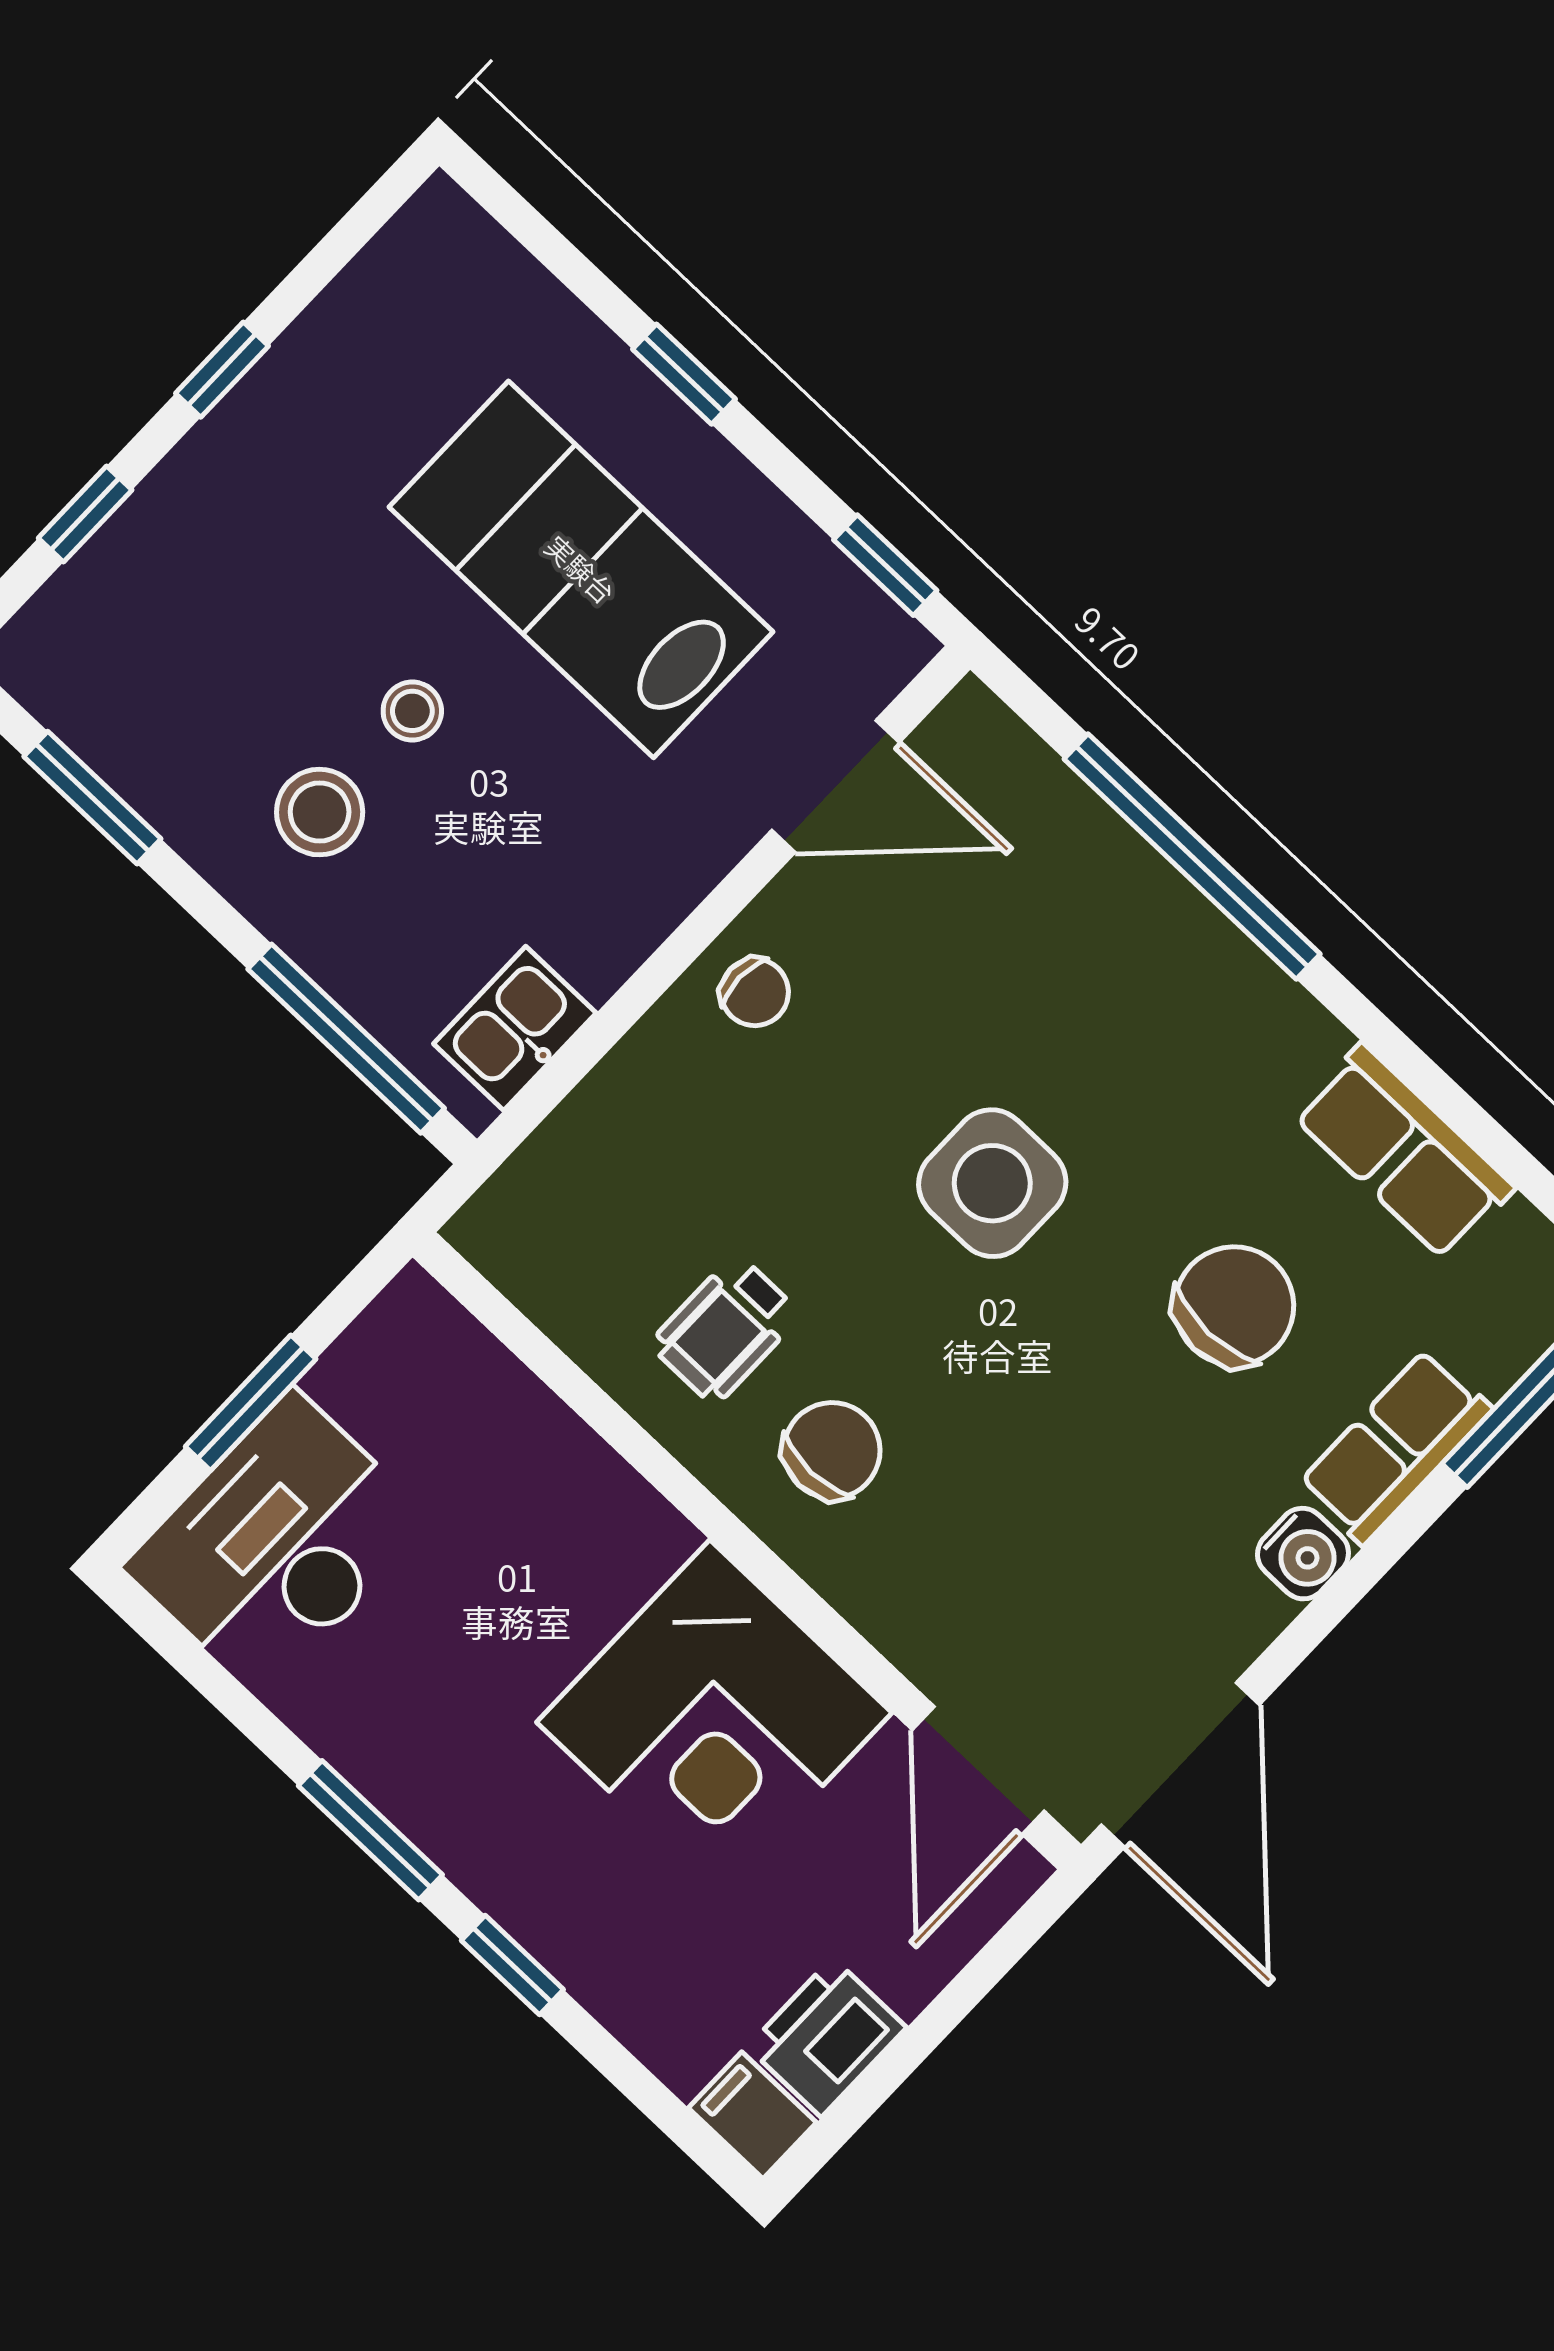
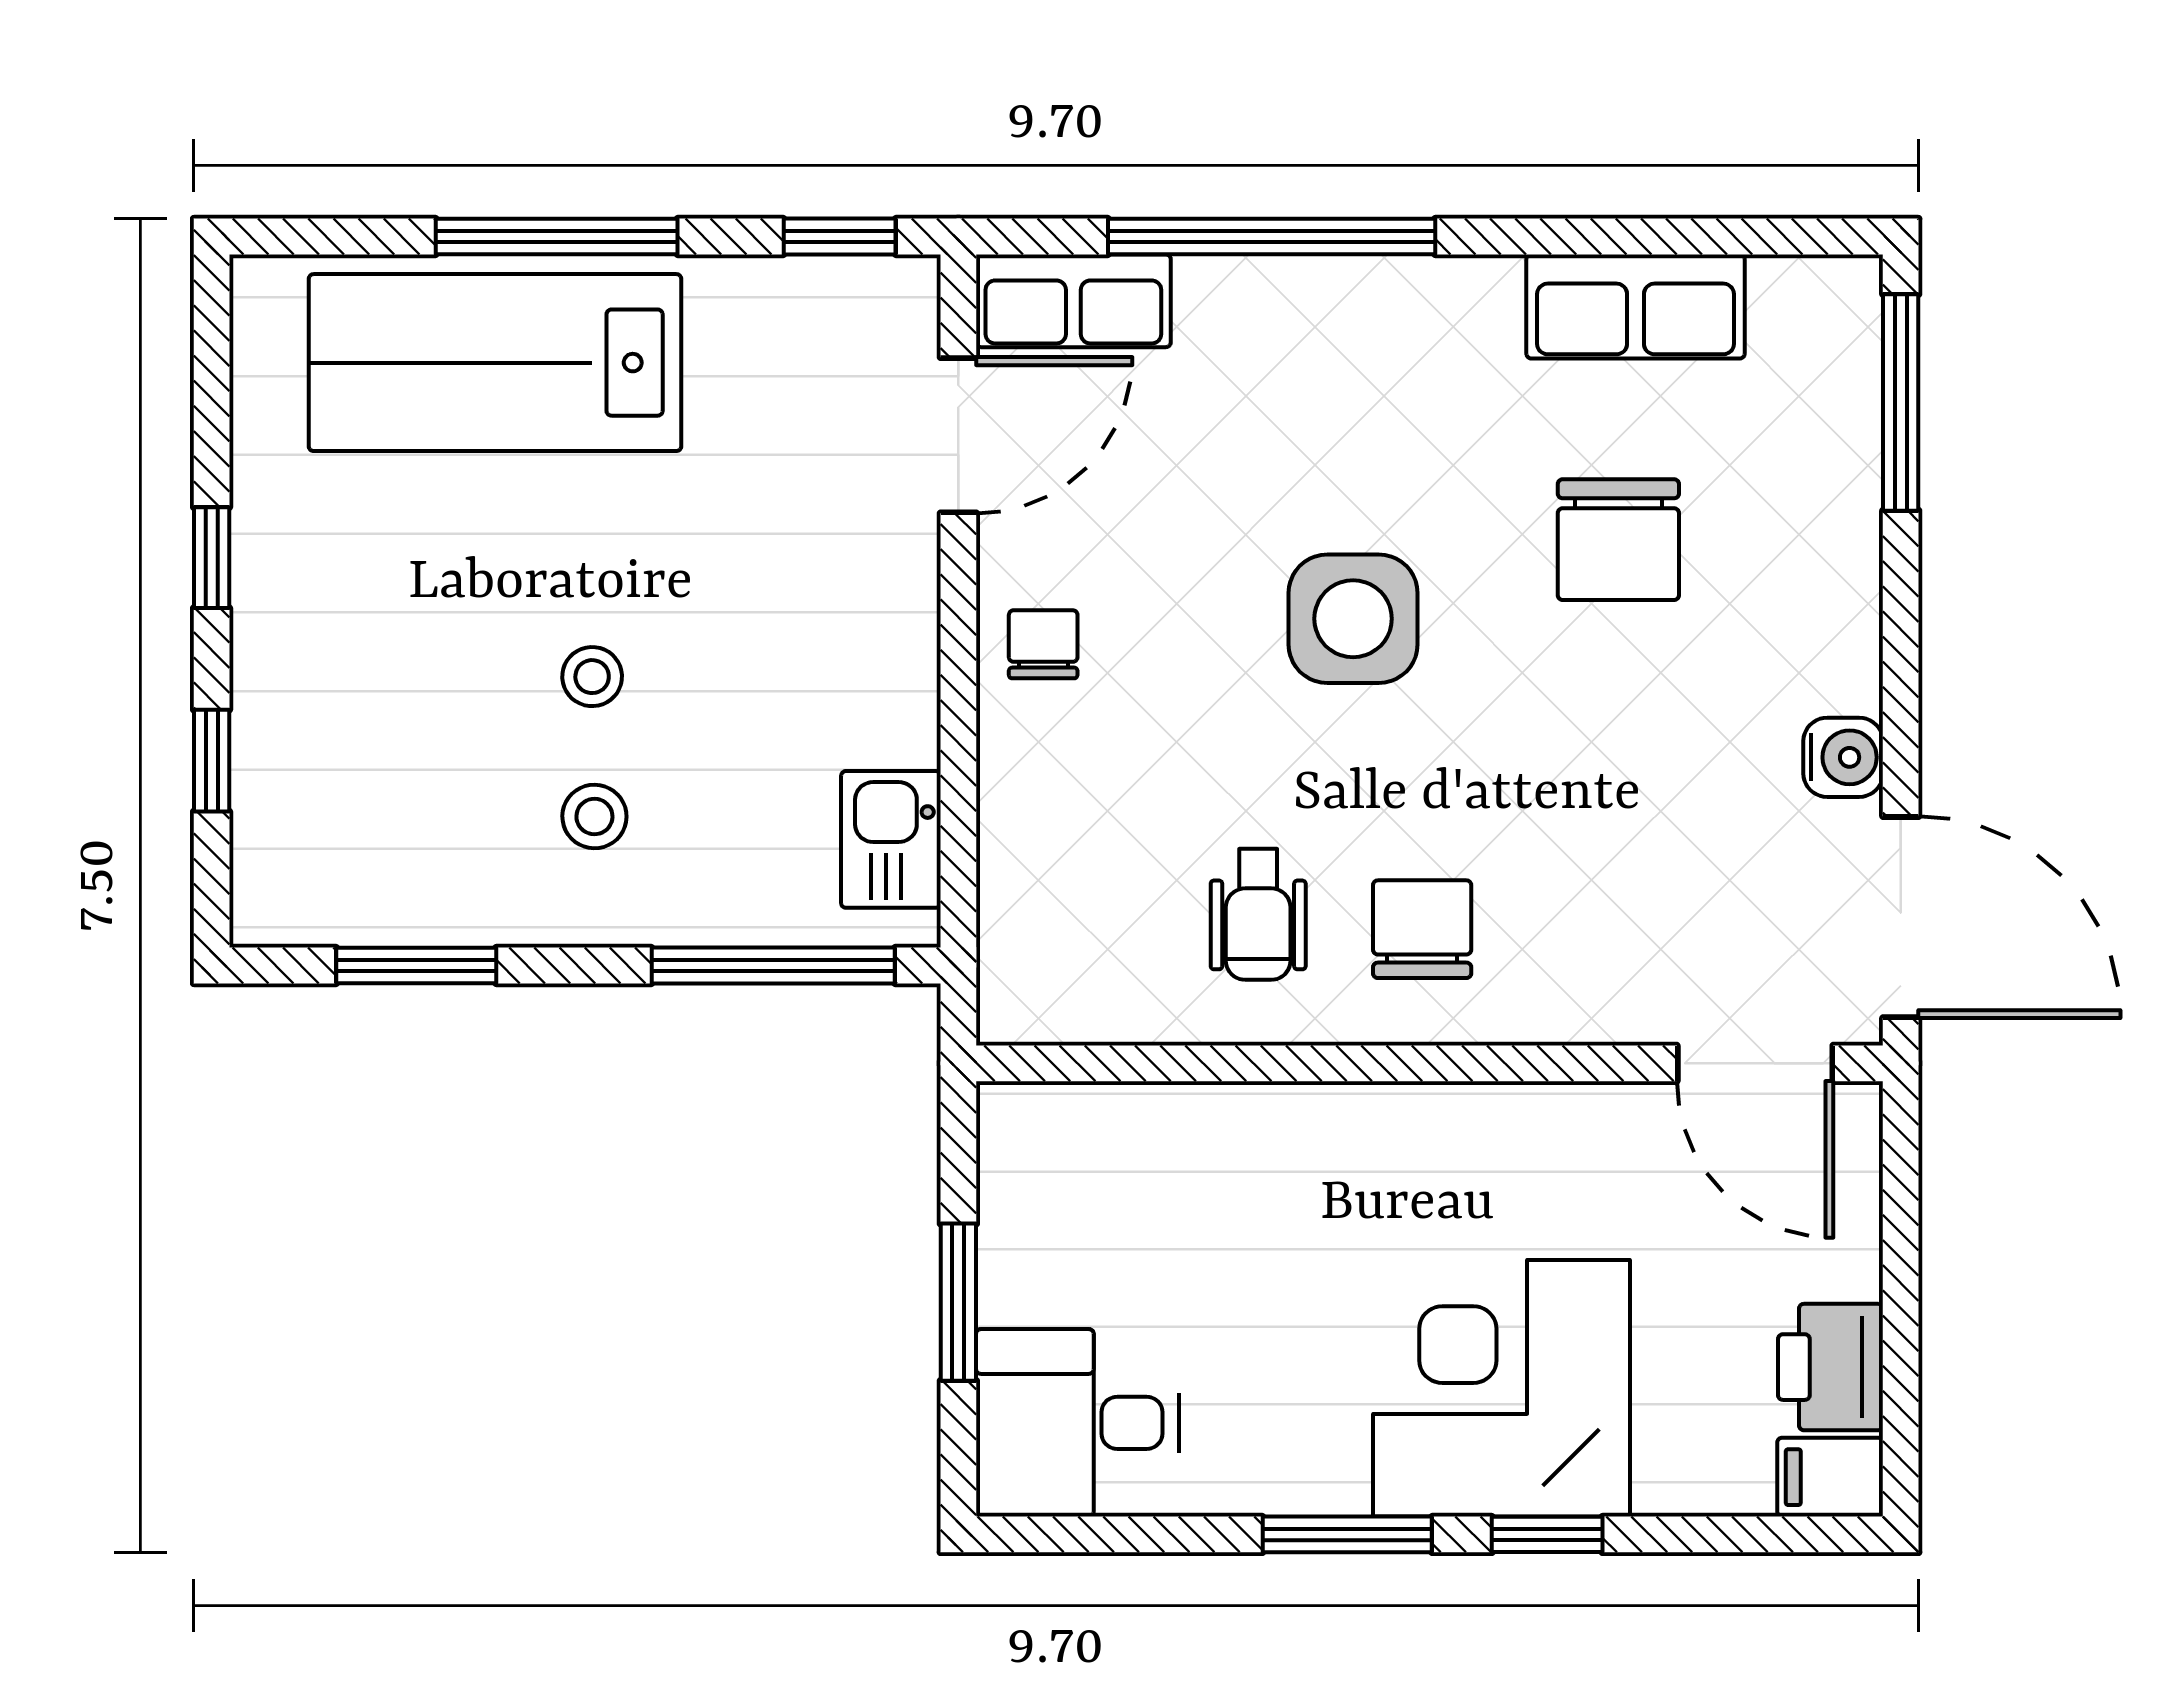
window: (684, 374) -> (557, 236), width x2.17
lab bench: (581, 569) -> (495, 363), moved
stool: (320, 812) -> (594, 817), width x0.73, depth x0.73
chair: (755, 992) -> (1043, 644), turned -90
chair: (1234, 1306) -> (1618, 540), turned 180
row of seats: (1395, 1447) -> (1073, 301), moved, turned -90
desk: (277, 1544) -> (1077, 1423), width x0.73
water cooler: (1303, 1554) -> (1843, 757), moved
corner desk: (714, 1717) -> (1502, 1388), moved, turned 180

